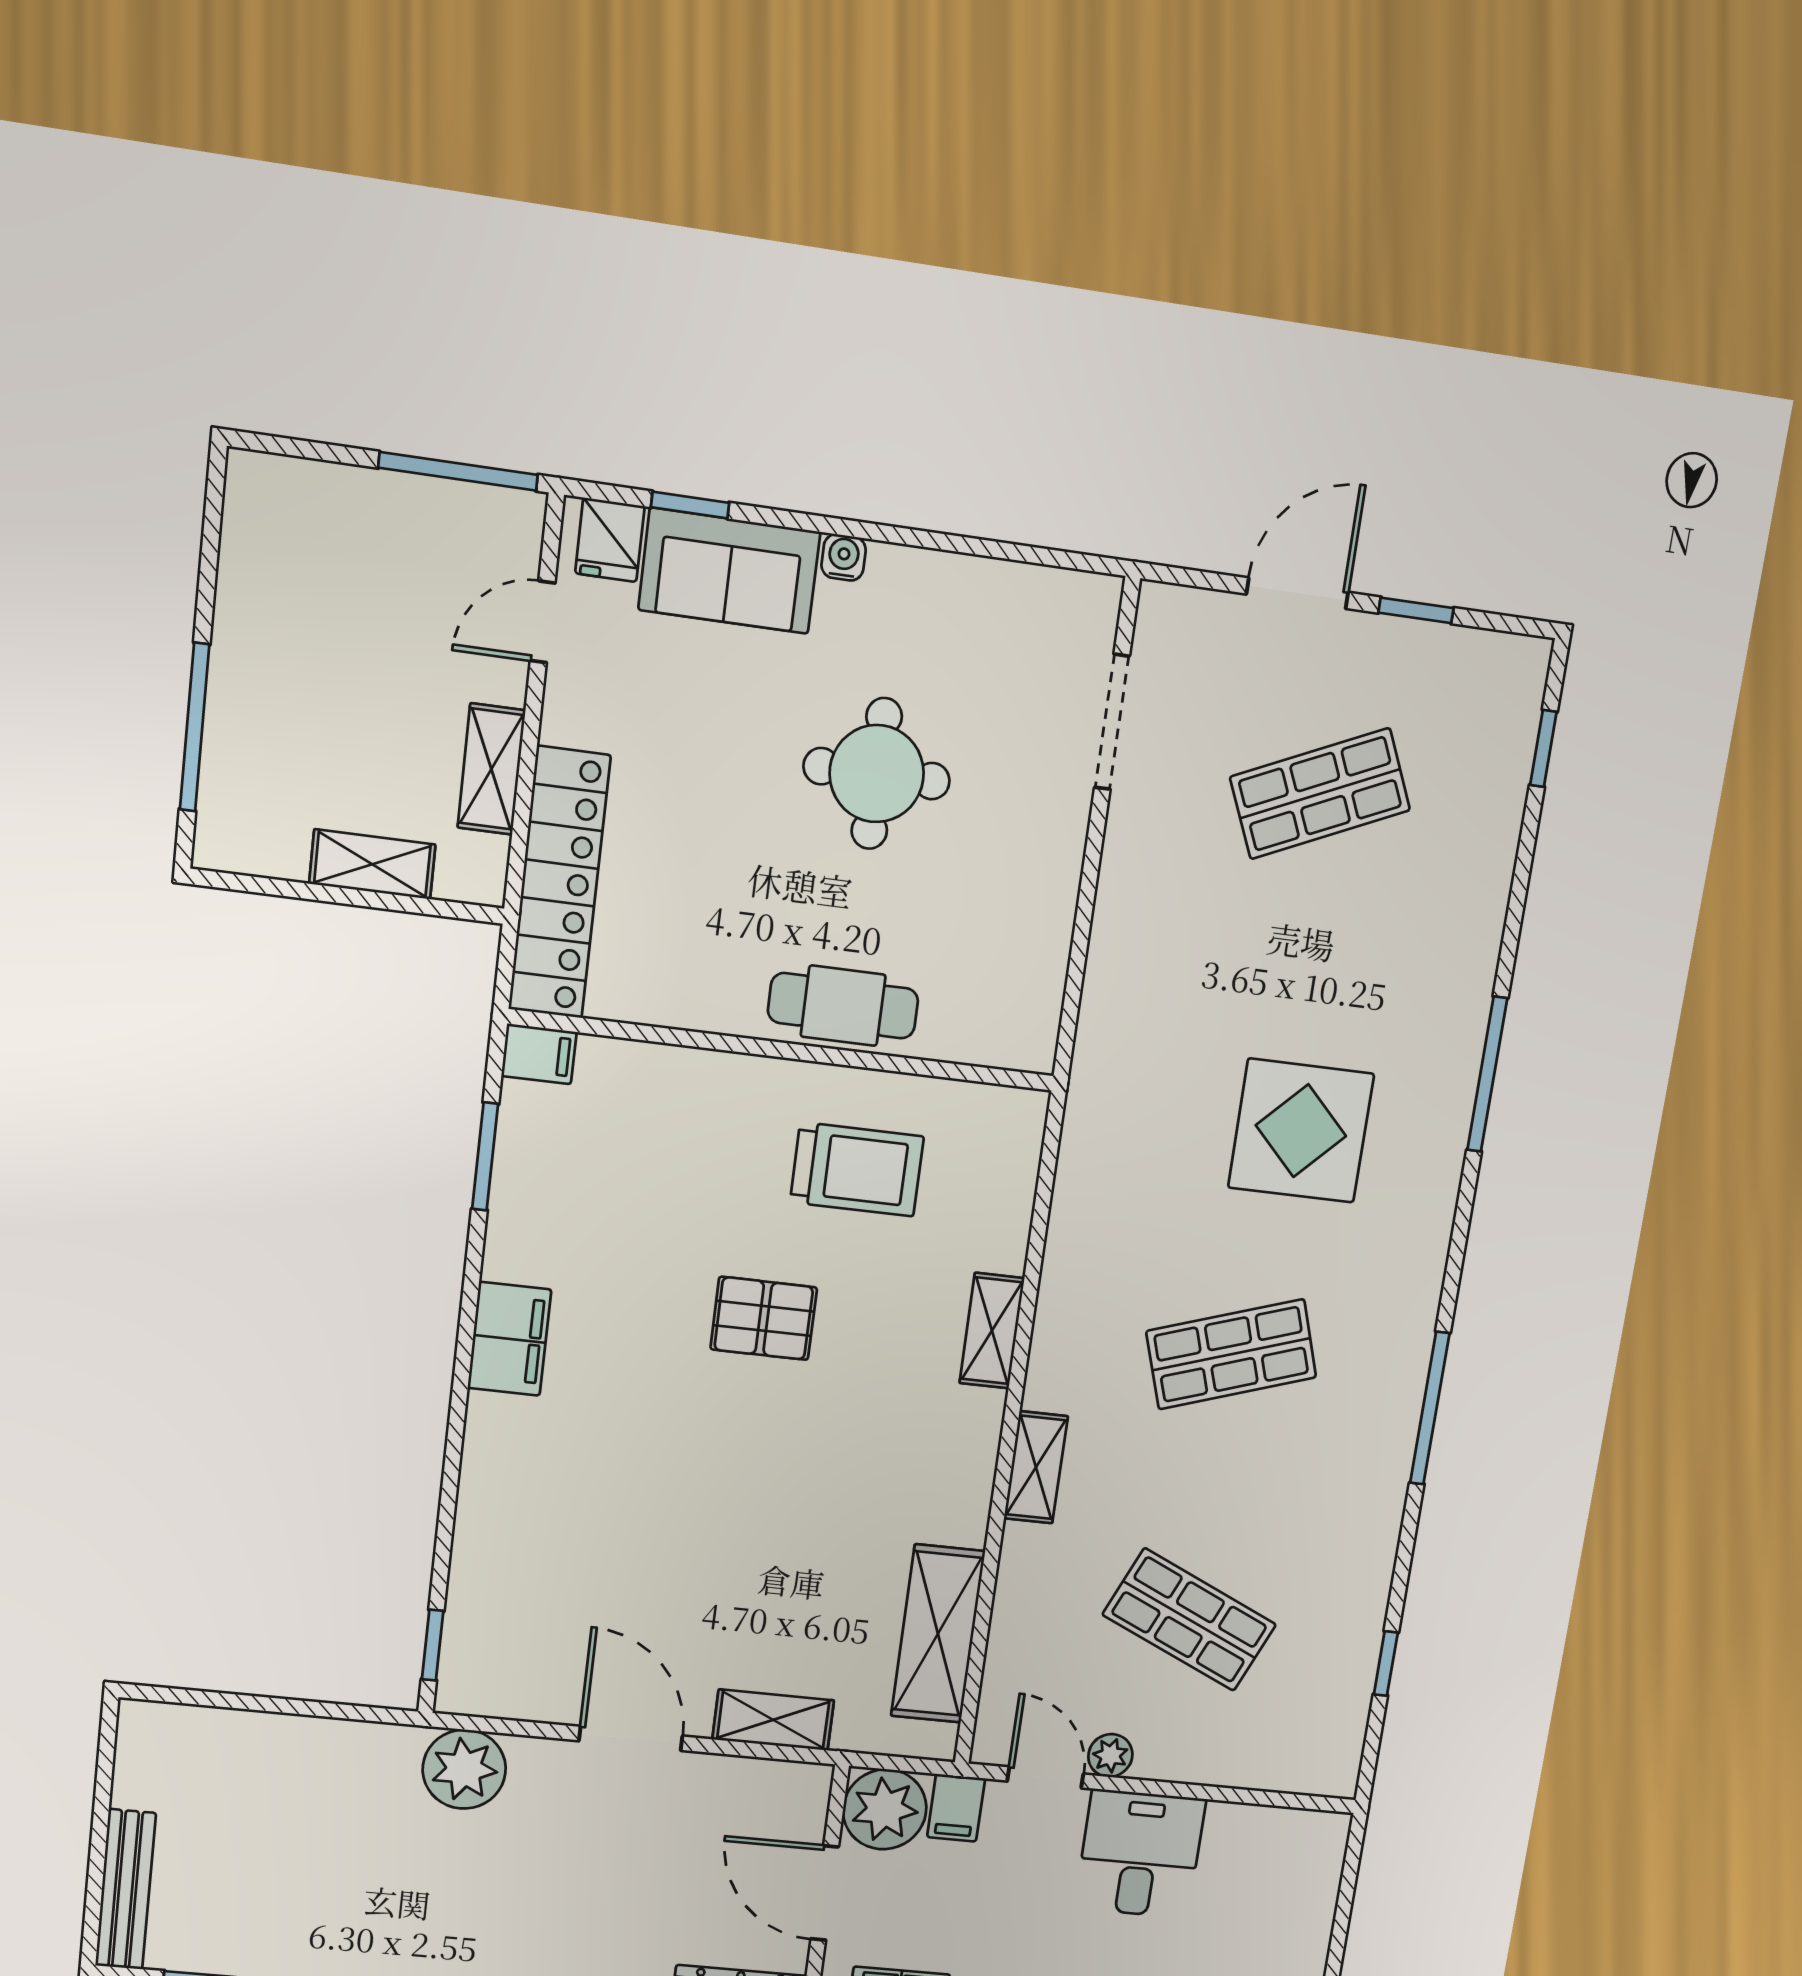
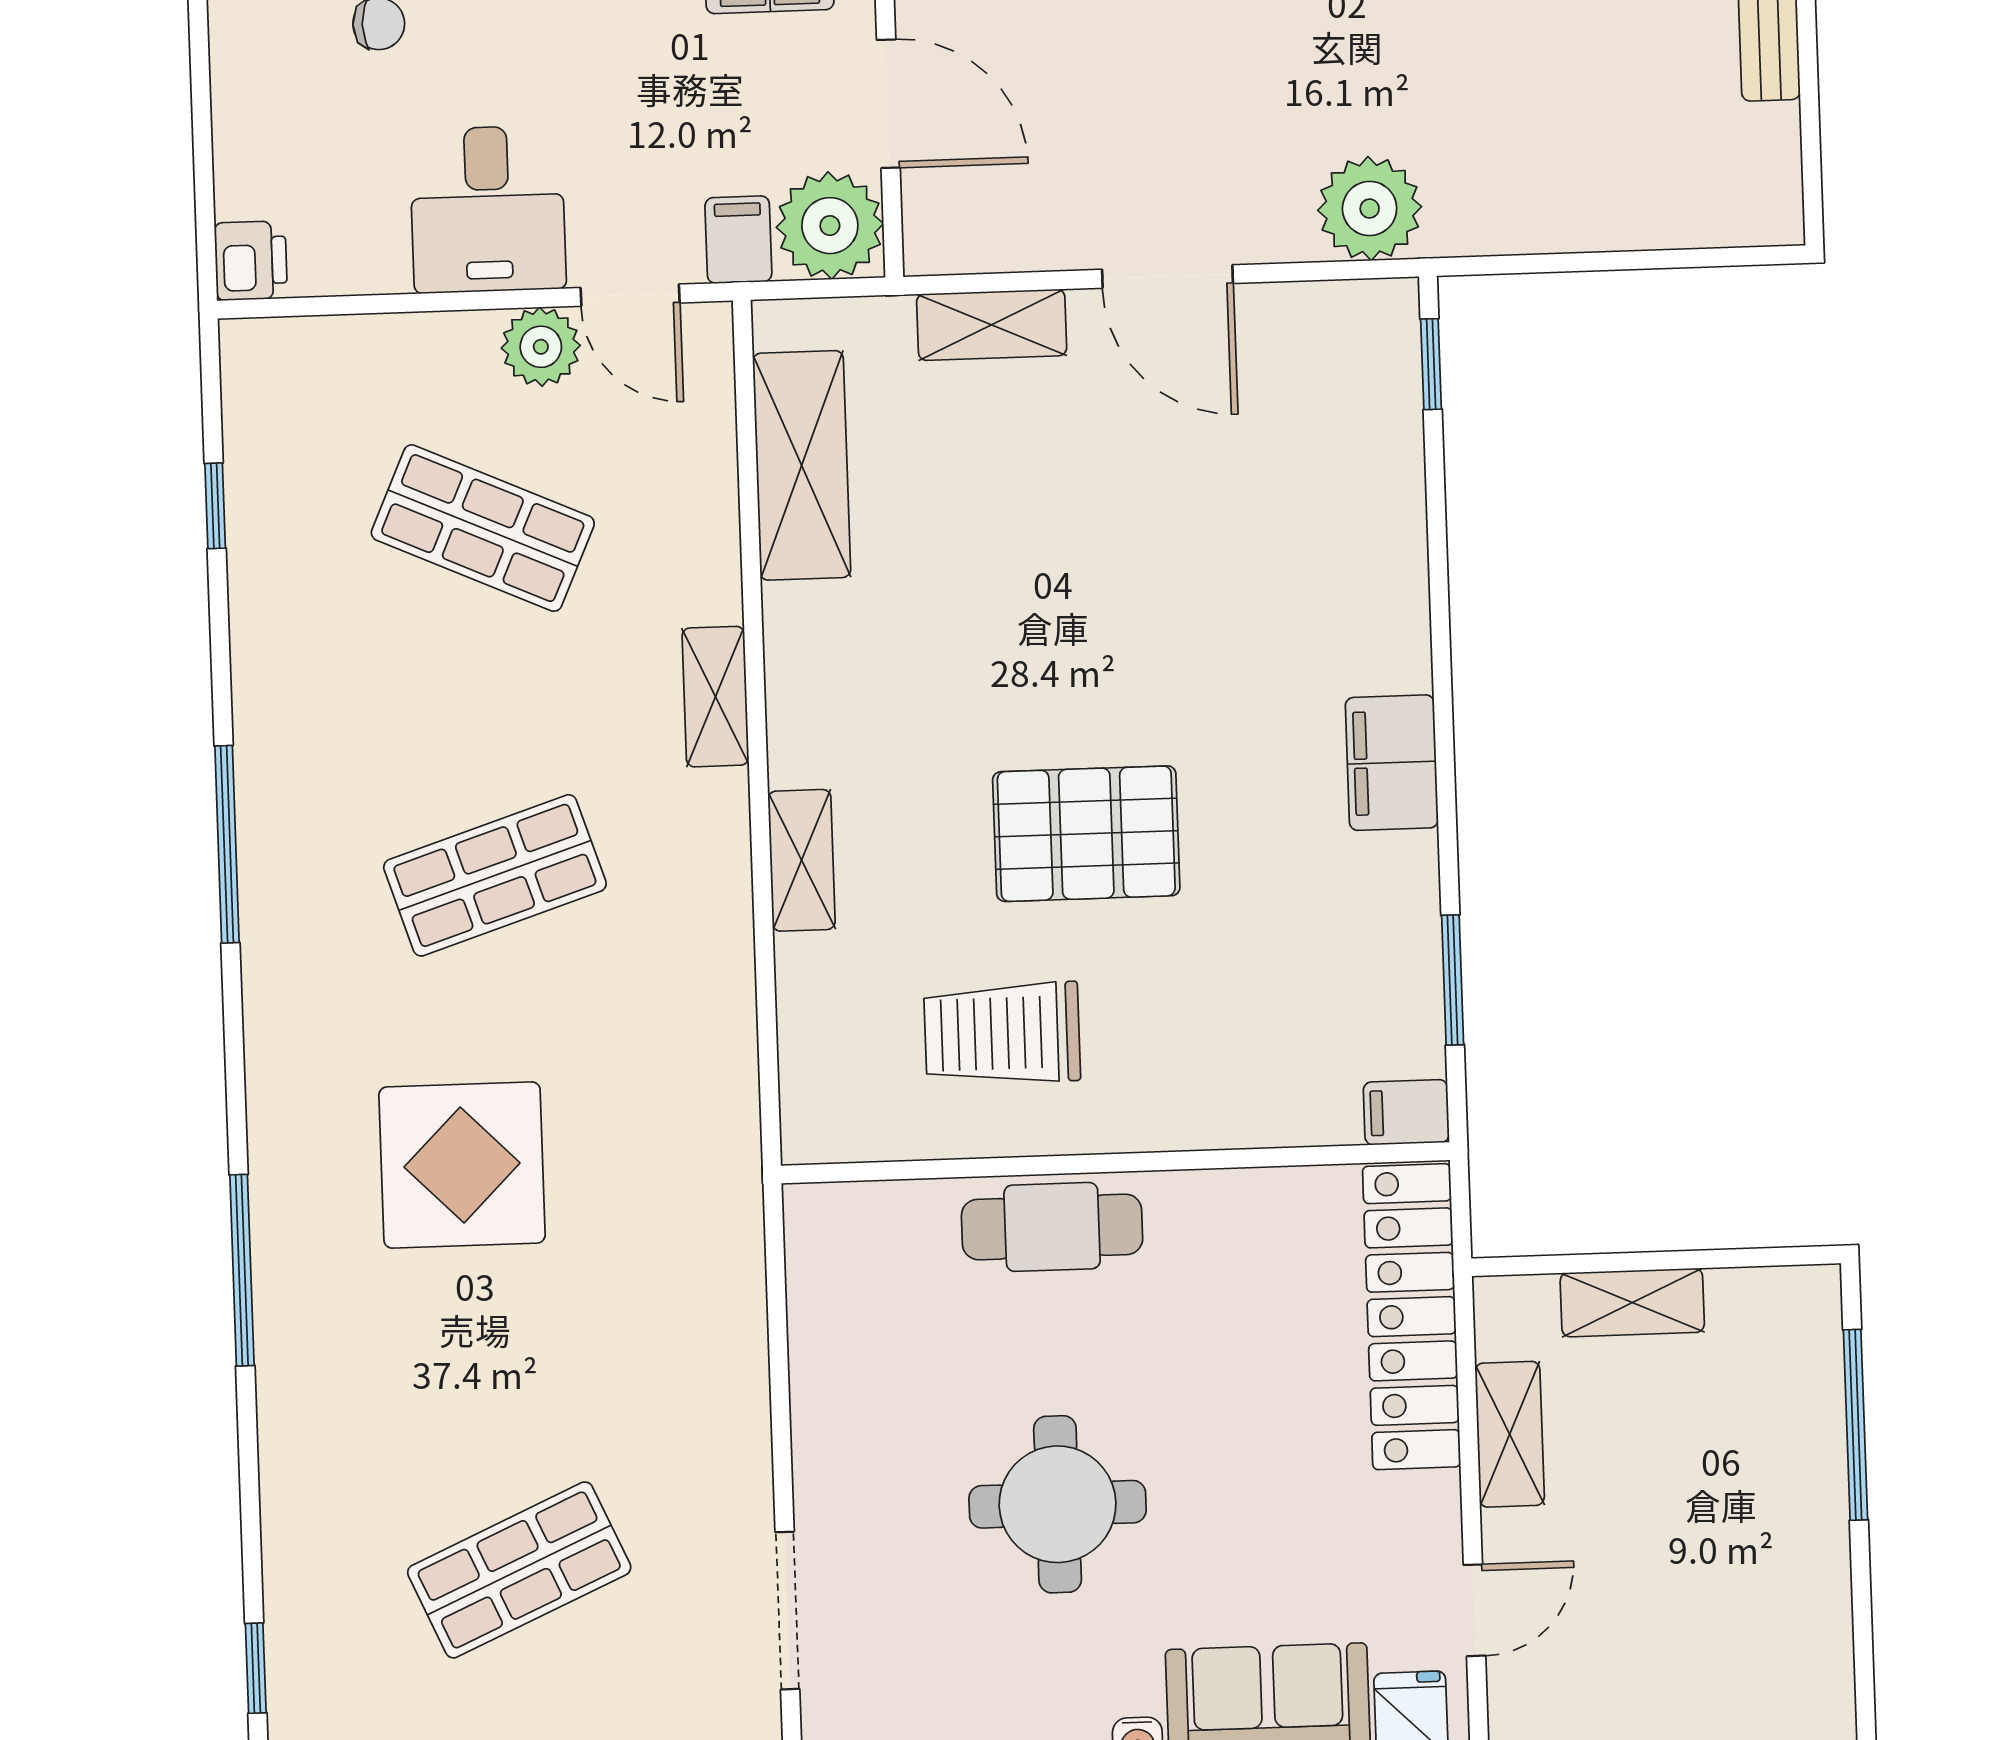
pallet: (764, 1318) -> (1086, 834), width x1.50, depth x1.42
plant: (1110, 1755) -> (541, 347), width x1.38, depth x1.38
printer: (1323, 1839) -> (251, 261), added

